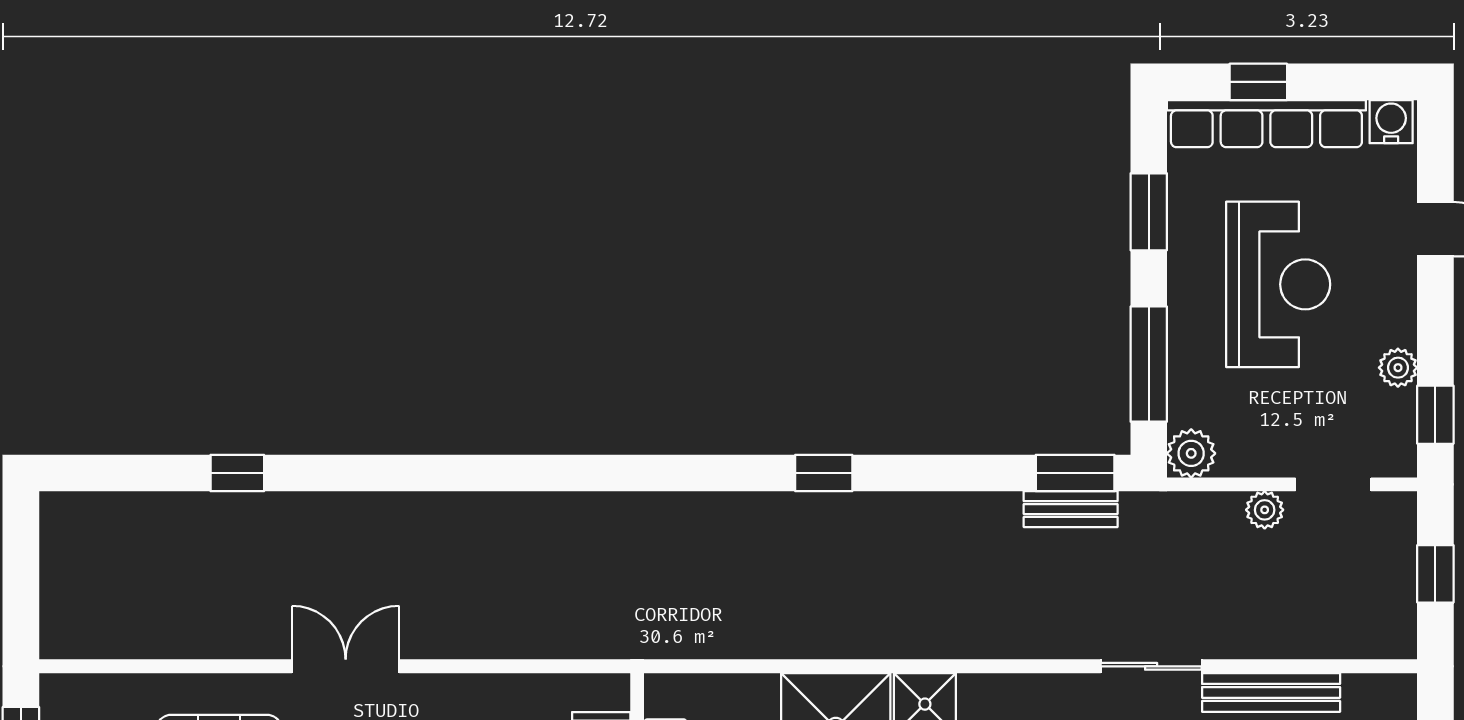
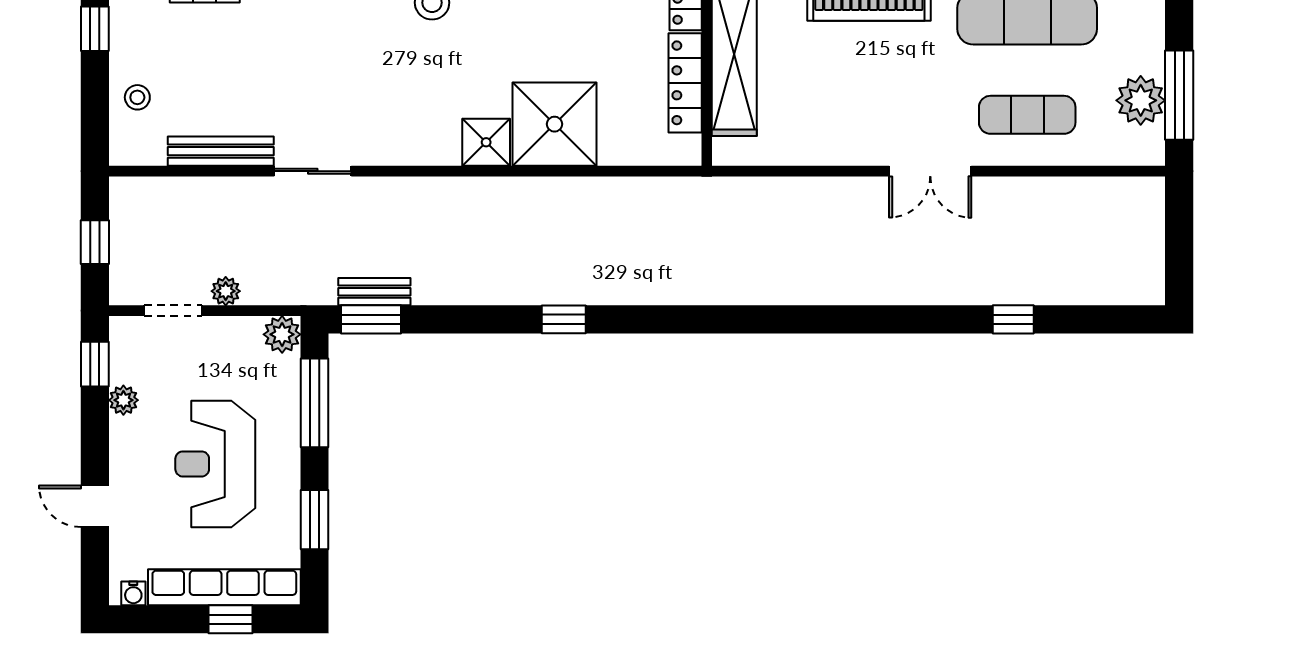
water cooler: (1391, 122) -> (133, 593), width x0.72, depth x0.72

